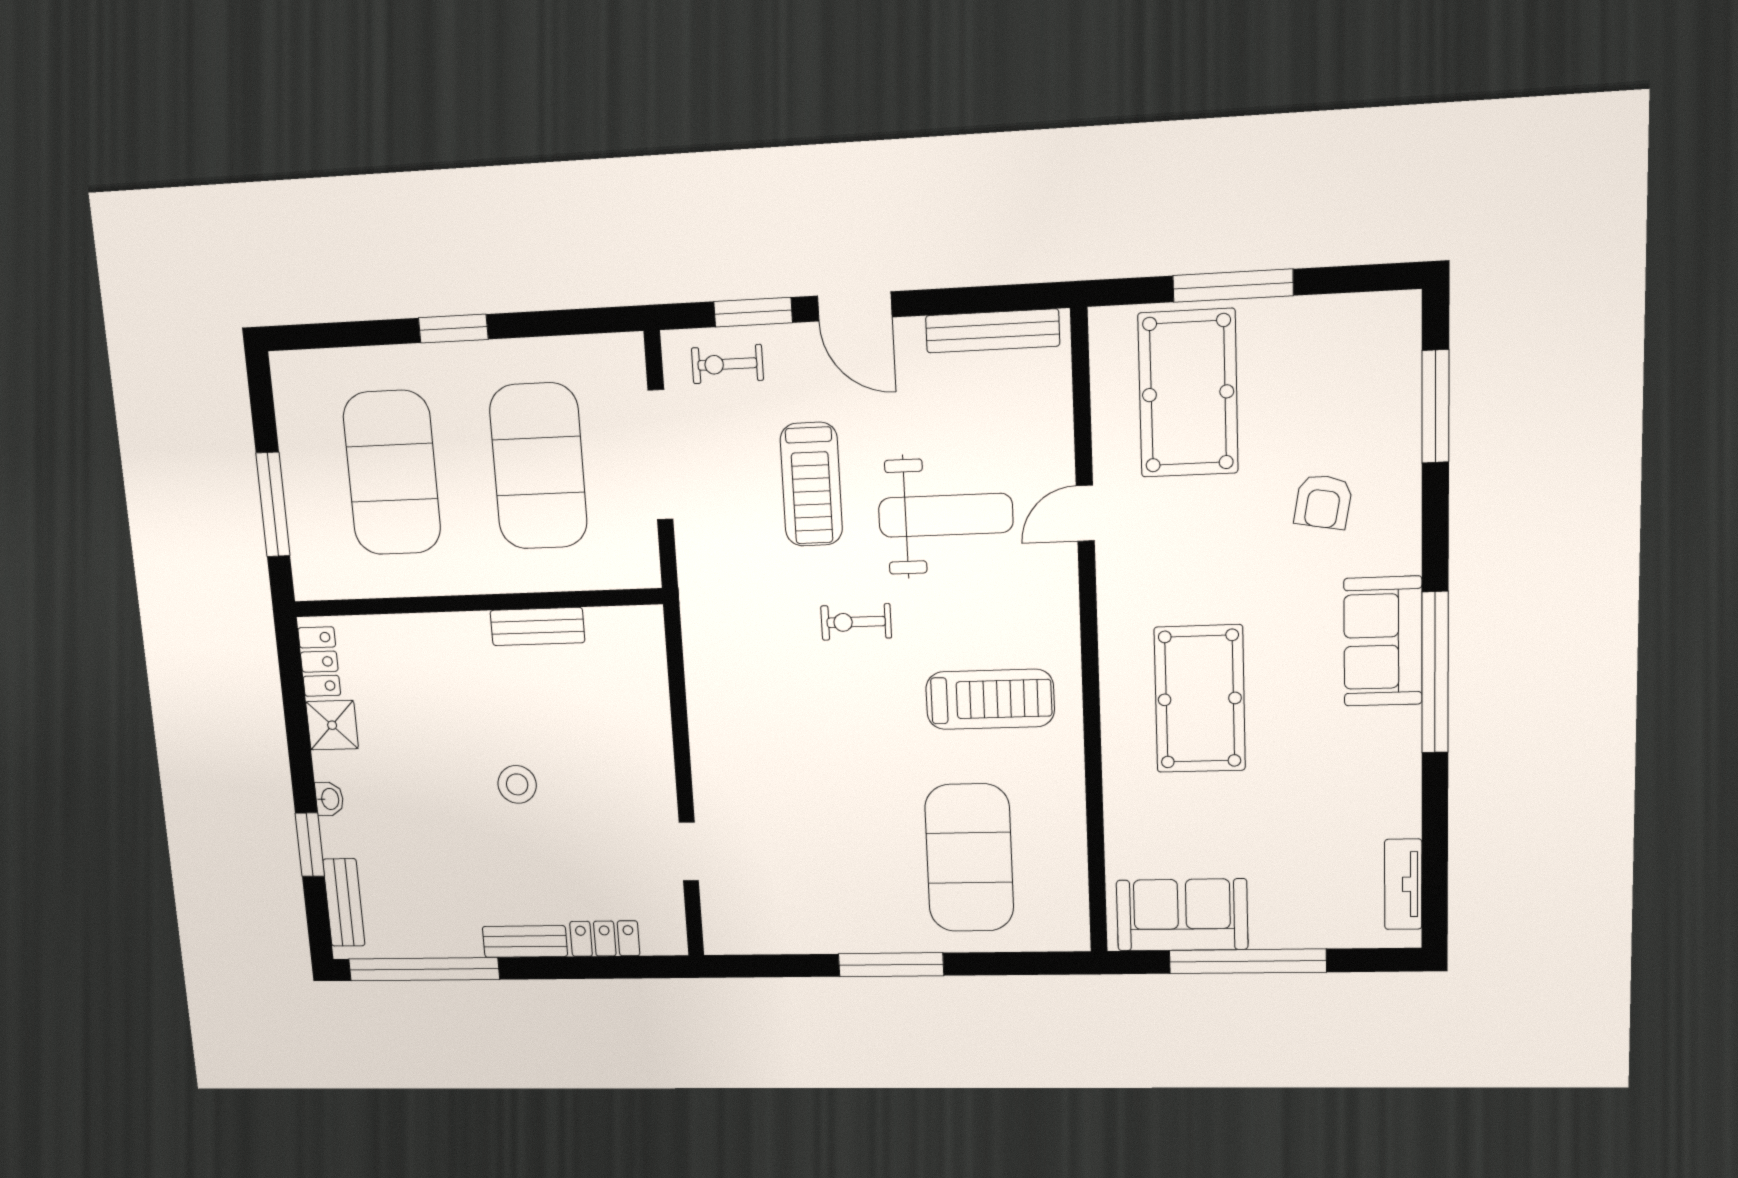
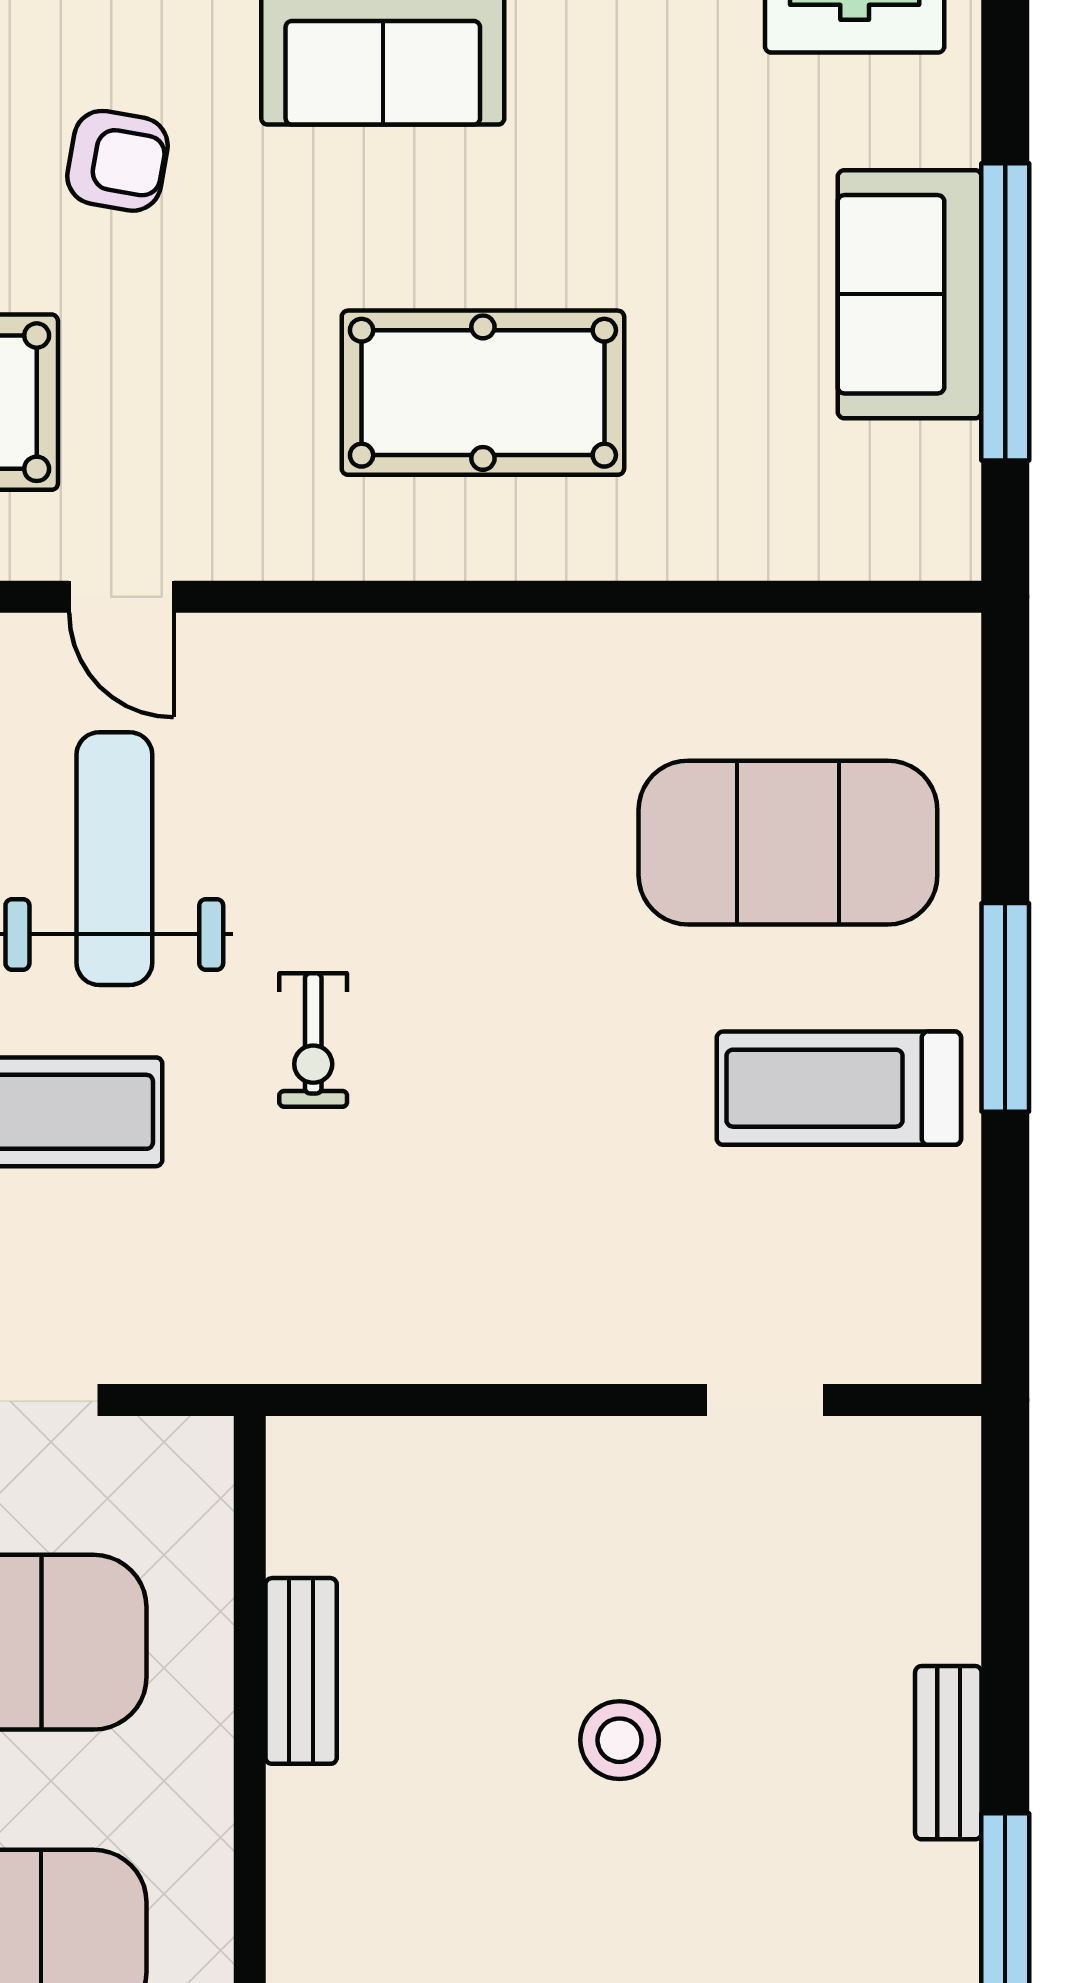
treadmill: (990, 699) -> (839, 1088), moved, turned -90
sofa: (1182, 915) -> (910, 294), moved
locker: (605, 939) -> (944, 1586), removed

